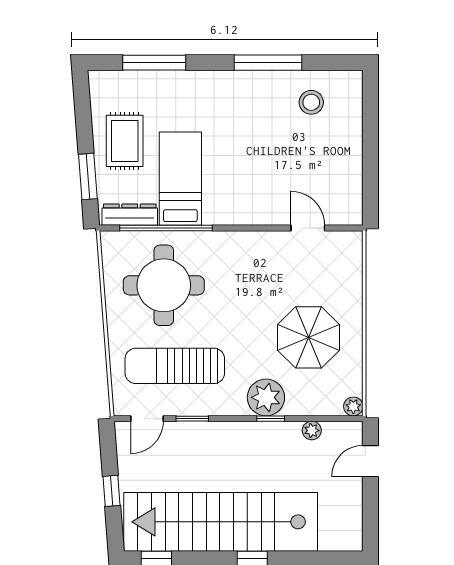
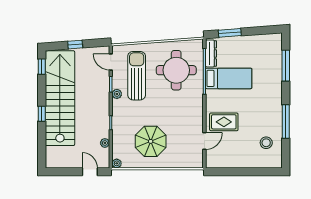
rug: (125, 141) -> (224, 122), moved
plant: (266, 397) -> (117, 94), moved, width x0.53, depth x0.53

